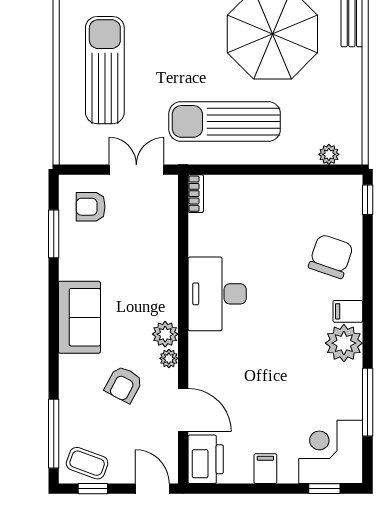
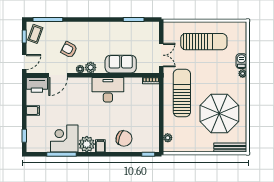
armchair: (91, 207) -> (145, 36), removed
sofa: (79, 317) -> (121, 64), moved, turned 180
corner desk: (331, 452) -> (64, 139), moved, turned -90

